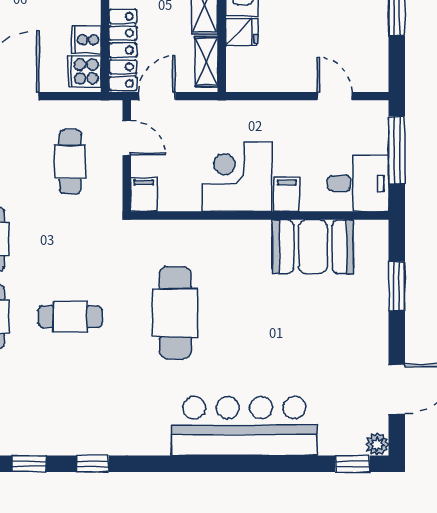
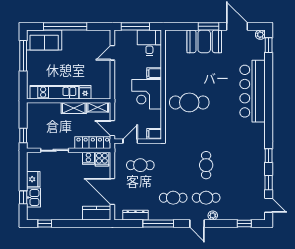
booth: (313, 247) -> (204, 41), moved, turned 90
window: (397, 286) -> (209, 26), moved
cafe table: (175, 313) -> (189, 102), moved

